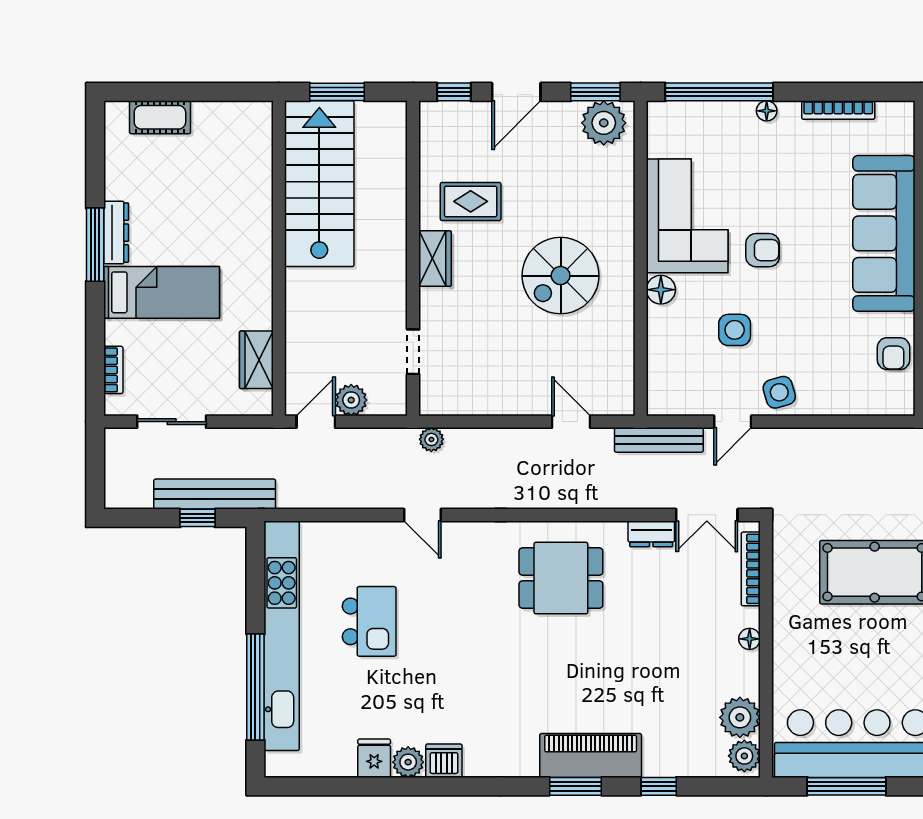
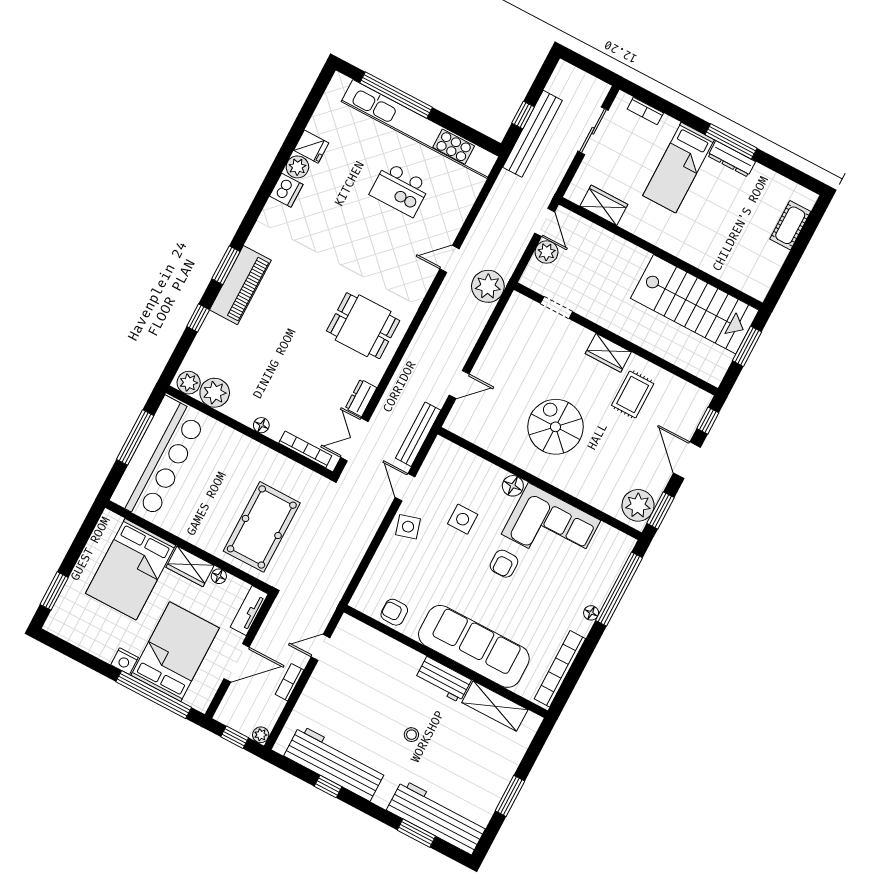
bookcase: (838, 110) -> (560, 669), width x1.48, depth x1.31
plant: (431, 439) -> (488, 286), width x1.87, depth x1.87
dining table: (561, 578) -> (363, 326), turned 90

